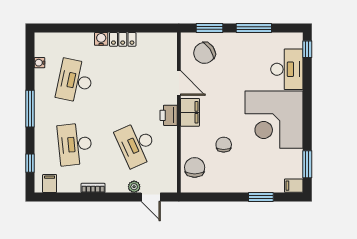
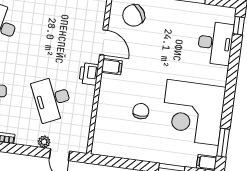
filing cabinet: (190, 112) -> (112, 67), width x0.50
corner desk: (274, 120) -> (193, 112), moved
chair: (195, 167) -> (108, 130), removed

